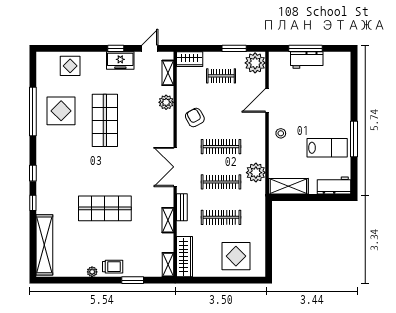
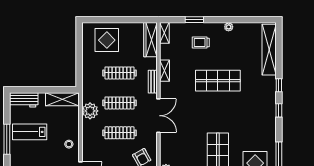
trolley: (113, 267) -> (201, 42), moved

